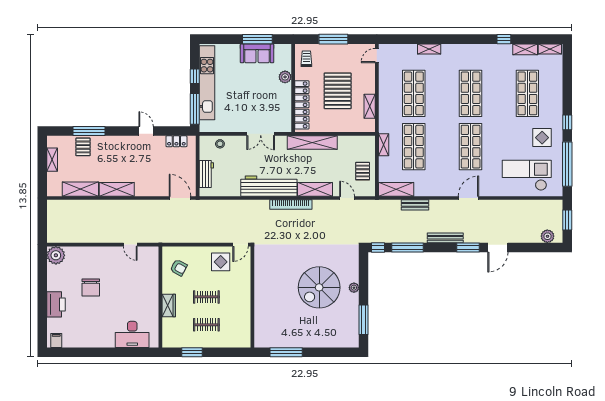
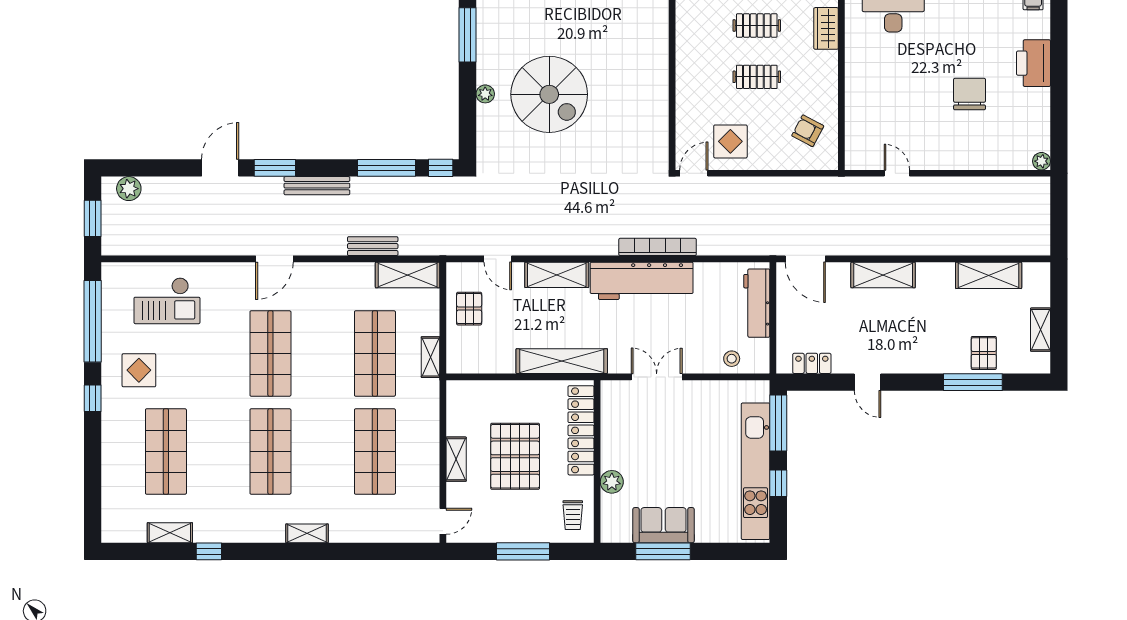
shelving: (429, 49) -> (307, 533), moved
shelving: (550, 49) -> (124, 533), removed
shelving: (370, 106) -> (456, 459), moved
workbench: (206, 174) -> (757, 303), width x1.38
checkout: (527, 175) -> (167, 301), width x0.73, depth x0.83
shelving: (117, 189) -> (883, 275), moved
bookcase: (291, 205) -> (658, 247), moved
plant: (56, 255) -> (1041, 161), width x0.53, depth x0.53
spiral stairs: (319, 287) -> (549, 94), turned 90
wardrobe: (169, 306) -> (826, 28), moved

